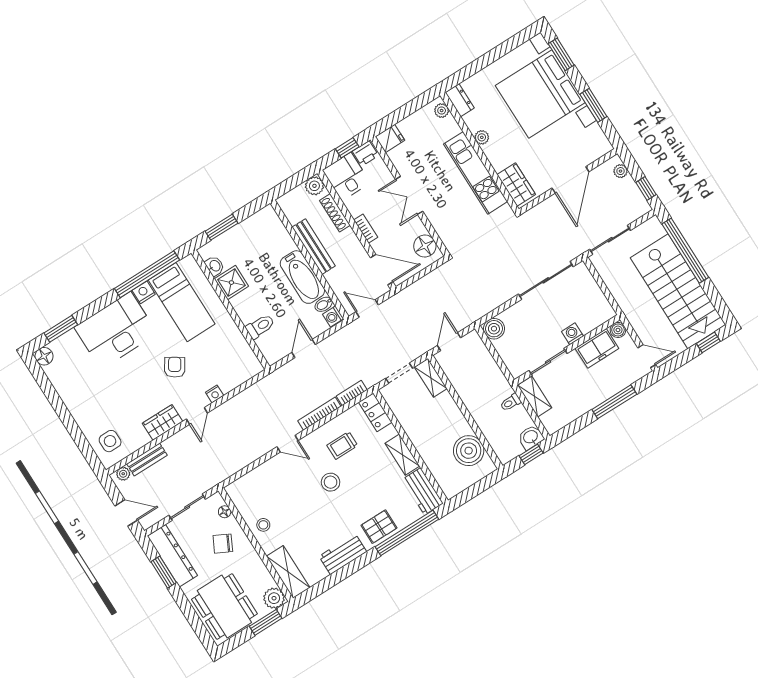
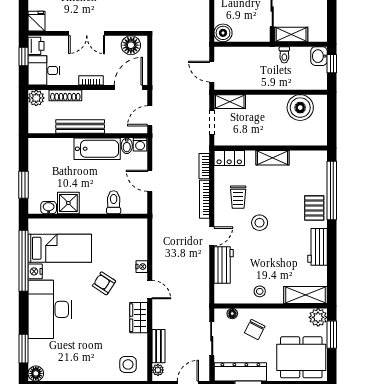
workbench: (423, 491) -> (224, 265), moved, turned -90

